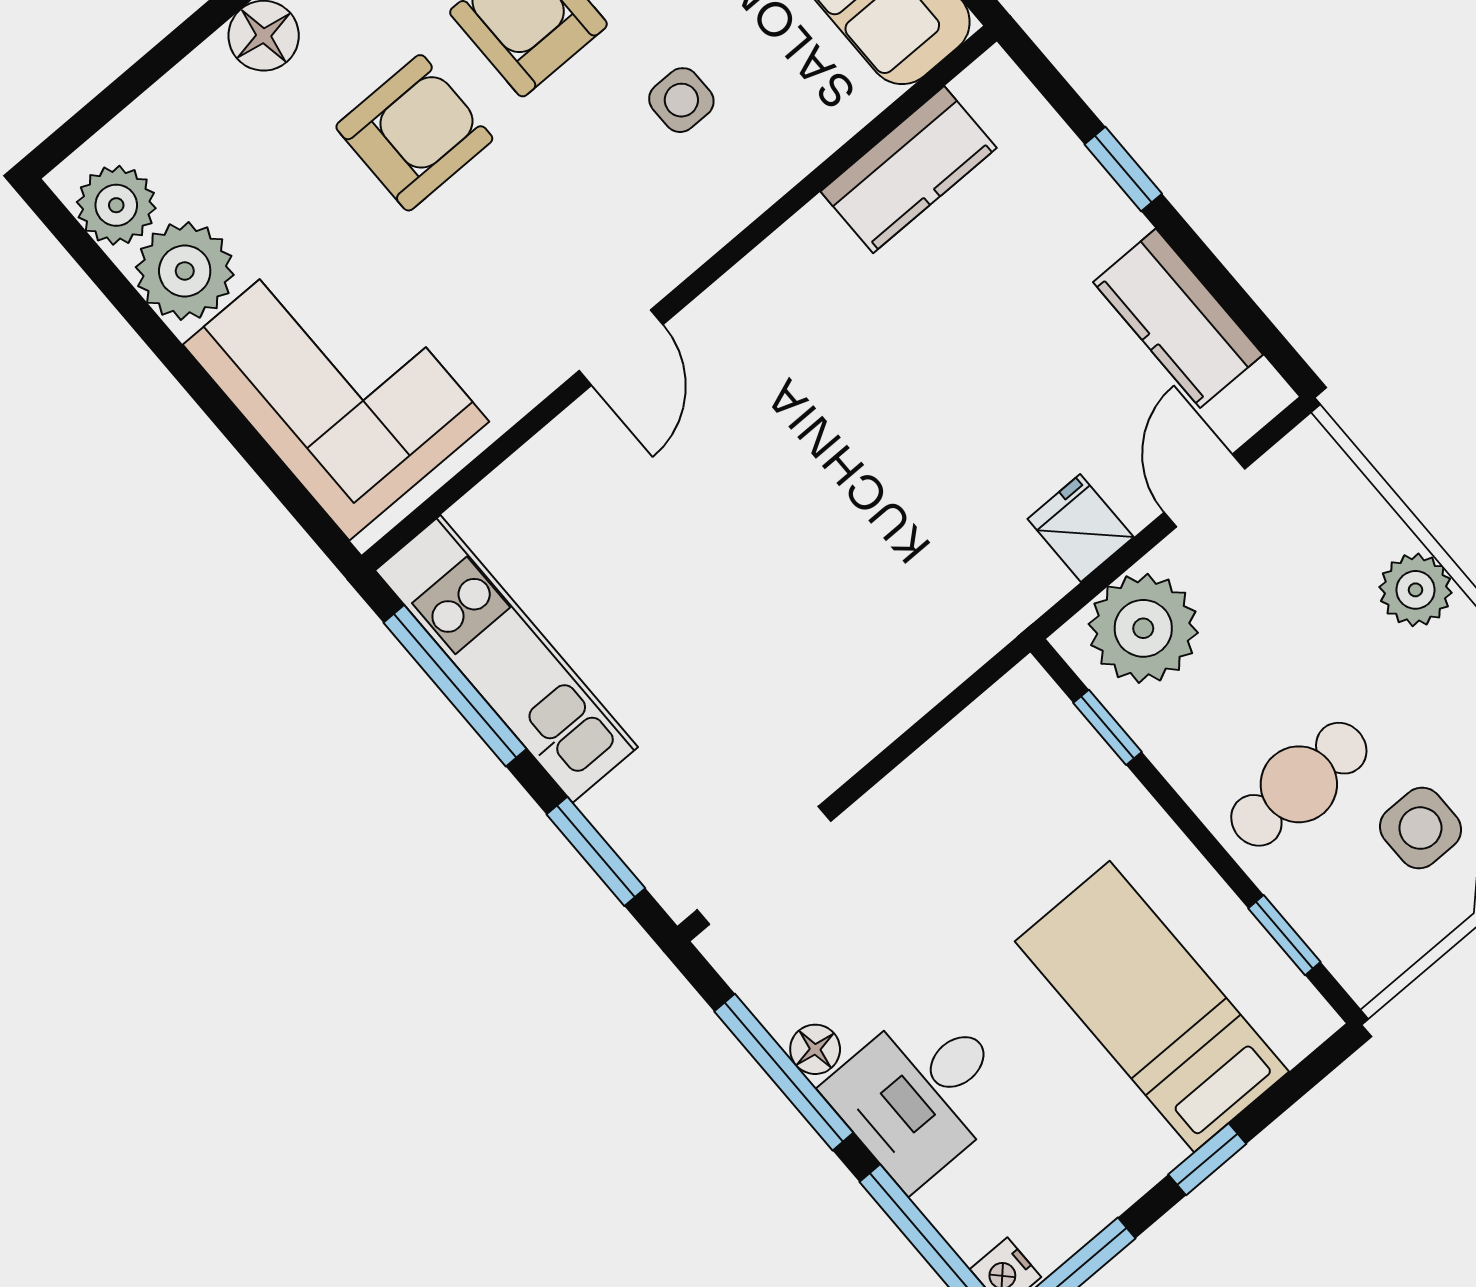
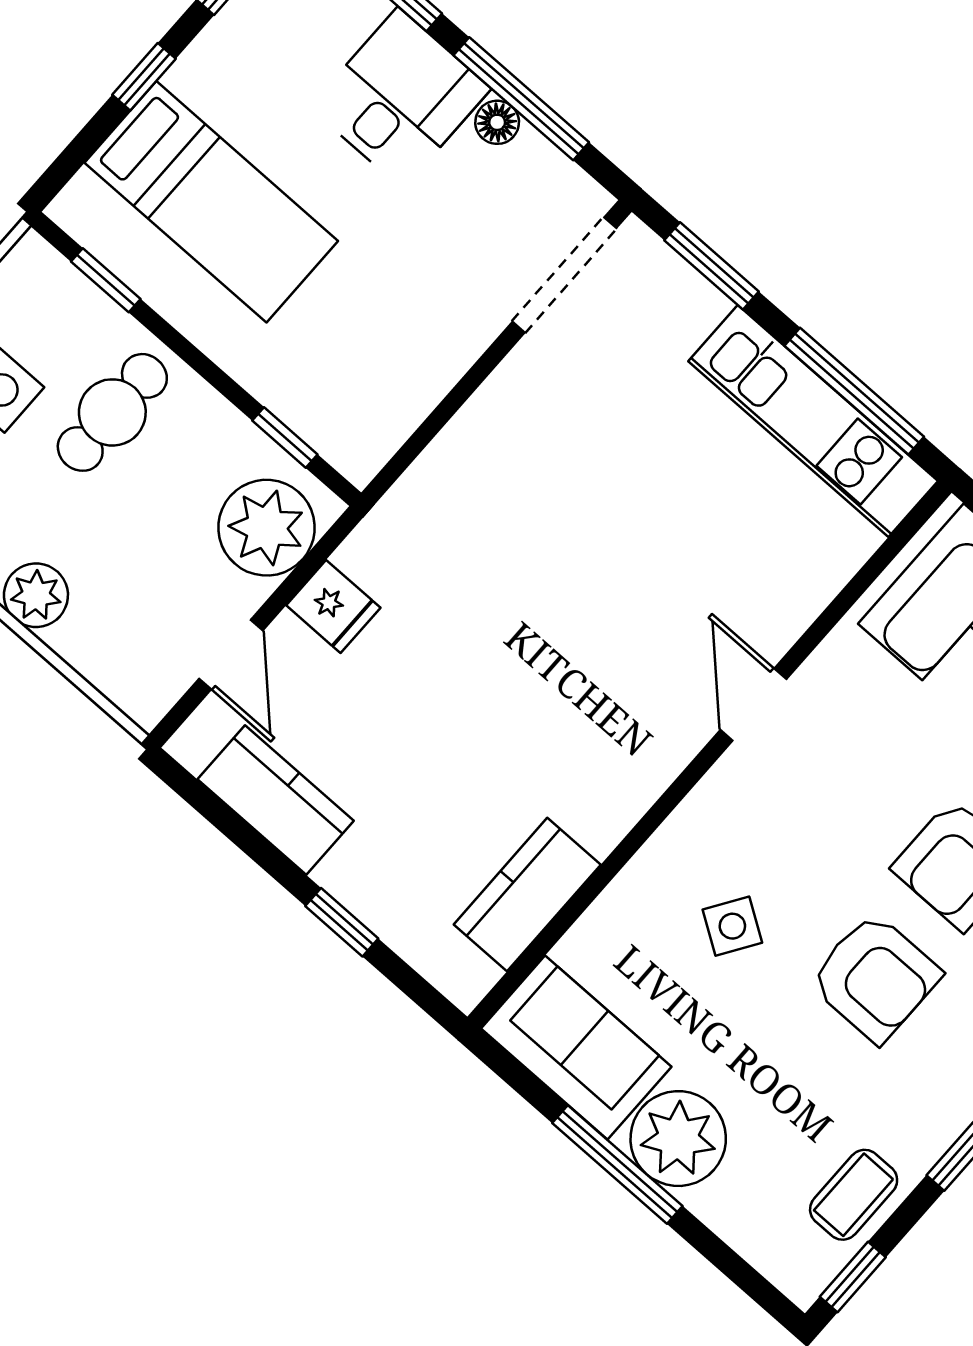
side table: (681, 100) -> (732, 926), turned 33

